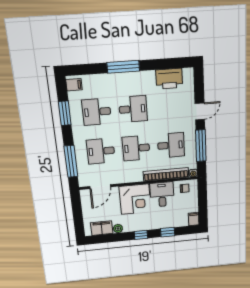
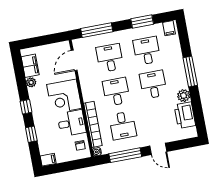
plant: (148, 77) -> (184, 96), added
desk: (133, 109) -> (153, 85), turned 180
door: (100, 187) -> (74, 60), hinge flipped

